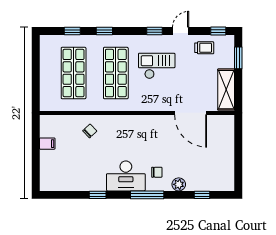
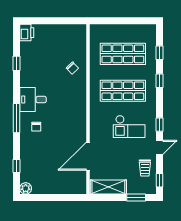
door: (181, 31) -> (159, 147), hinge flipped
checkout: (157, 66) -> (129, 126), turned 90
filing cabinet: (47, 144) -> (61, 31), removed
desk: (126, 176) -> (33, 100), width x0.73
printer: (49, 183) -> (27, 33), added
plant: (179, 184) -> (26, 188), moved
window: (98, 195) -> (16, 63), moved

